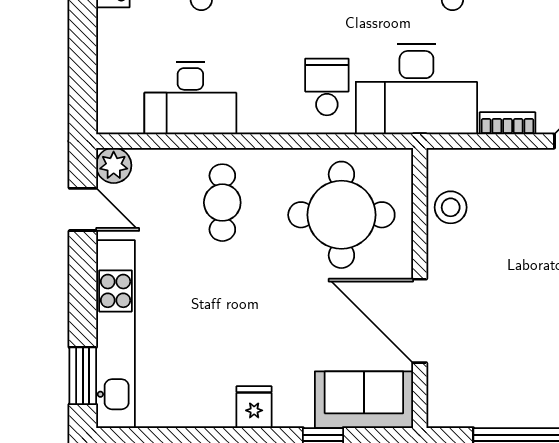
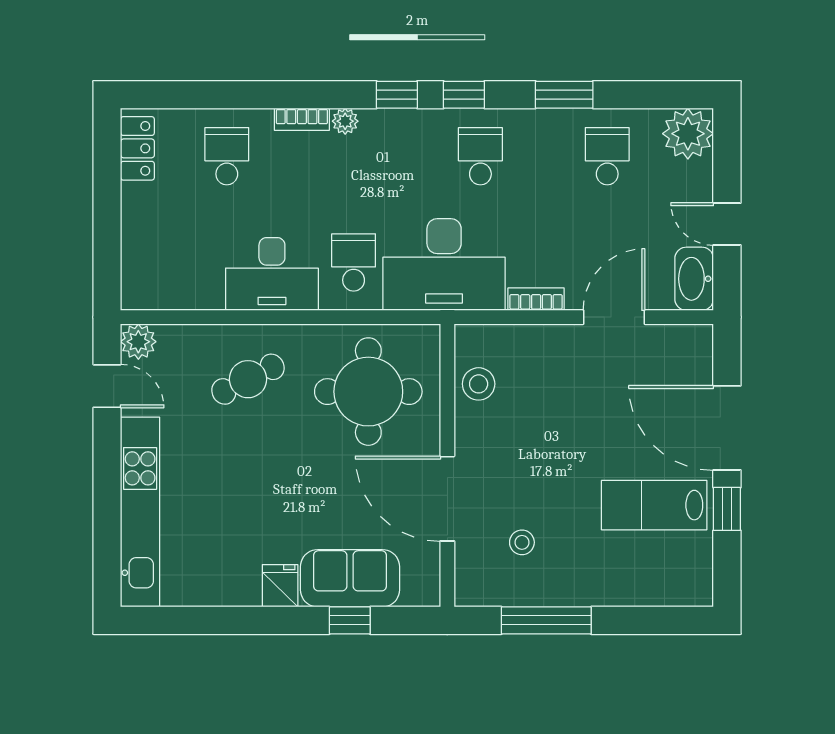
desk: (190, 98) -> (272, 274), moved
cafe table: (222, 203) -> (248, 379), turned 63
stool: (494, 364) -> (522, 542), added
window: (83, 376) -> (107, 554), removed
sofa: (364, 400) -> (350, 578), moved

